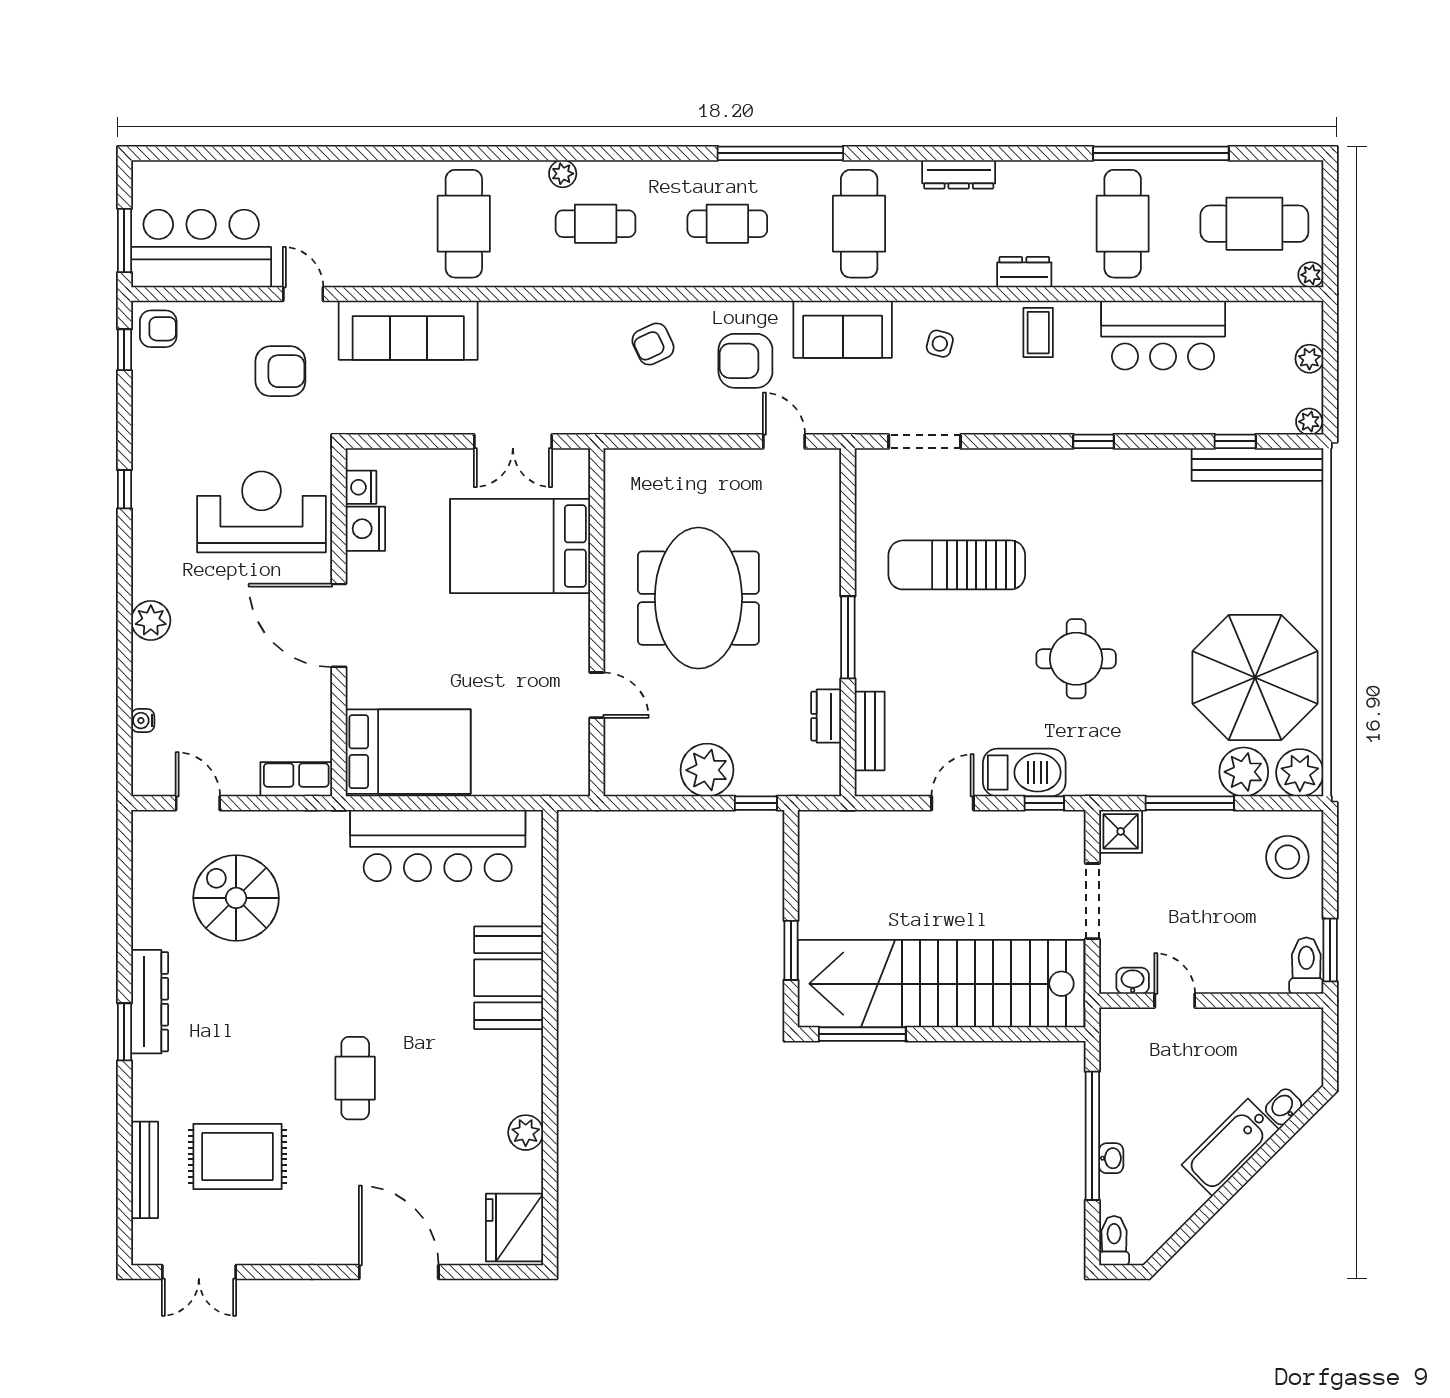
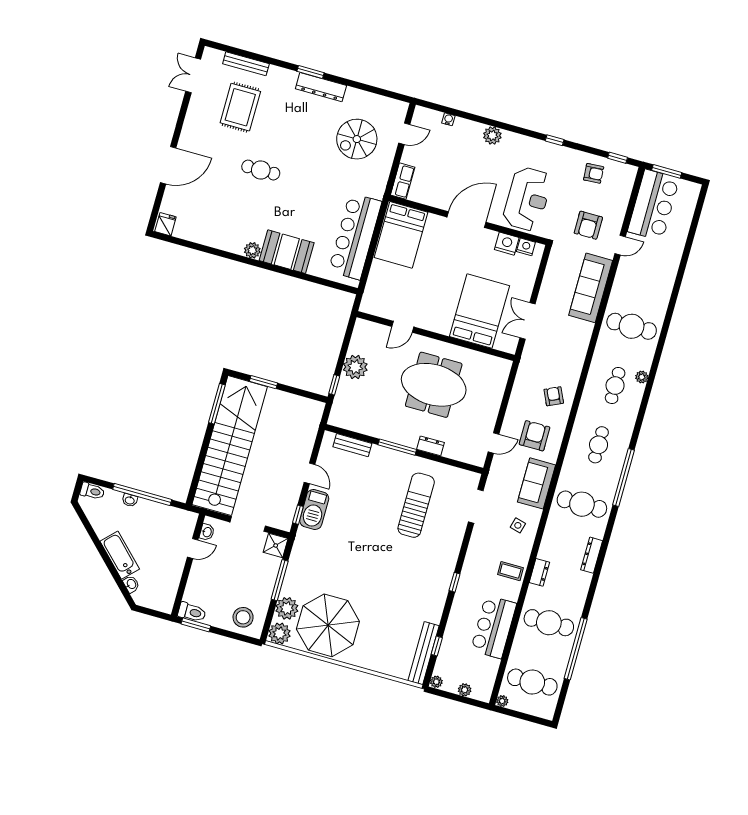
cafe table: (1254, 224) -> (532, 682), turned 90
armchair: (158, 329) -> (594, 173), moved, turned -94
round table: (1076, 659) -> (359, 547), removed
dresser: (826, 716) -> (430, 446), moved
spiral stairs: (236, 898) -> (357, 139), turned 180
plant: (526, 1133) -> (252, 250), moved
fridge: (514, 1228) -> (165, 224), width x0.53, depth x0.75

